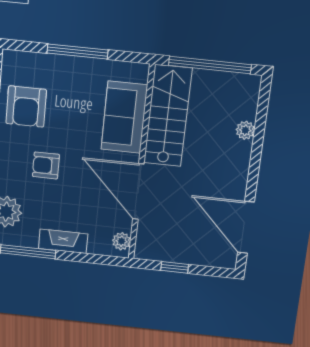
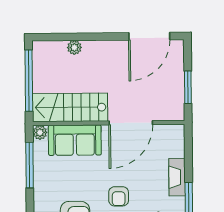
window: (77, 51) -> (30, 165), moved
plant: (121, 241) -> (40, 133), moved
window: (175, 267) -> (188, 87), width x1.50

